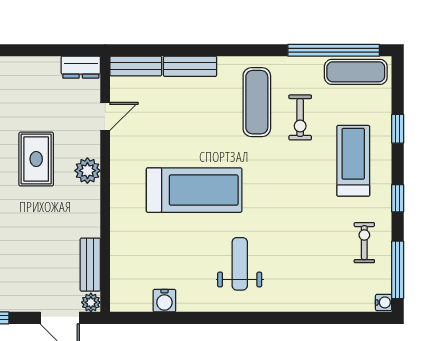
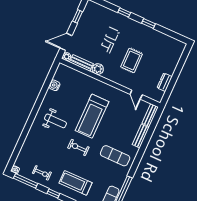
dresser: (81, 67) -> (165, 82), moved
exercise bike: (300, 117) -> (78, 148), moved
rug: (36, 159) -> (132, 60), turned 90
treadmill: (353, 161) -> (76, 183), turned 180
plant: (87, 171) -> (98, 69), moved

